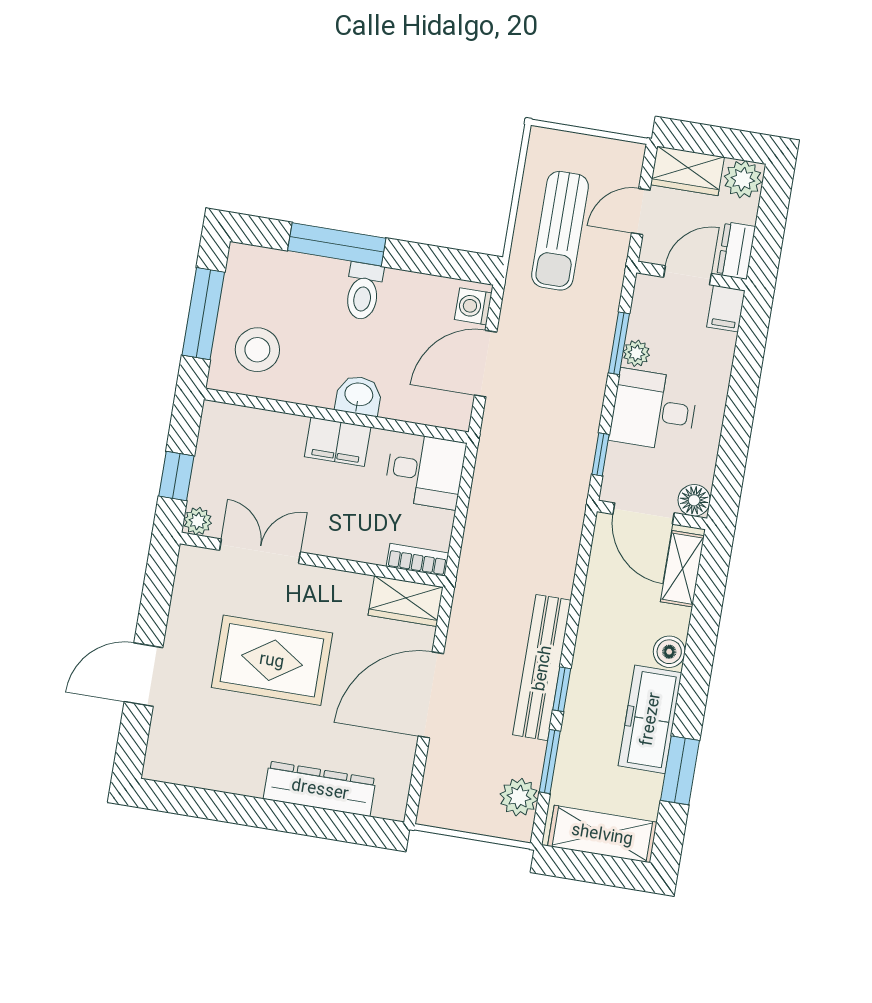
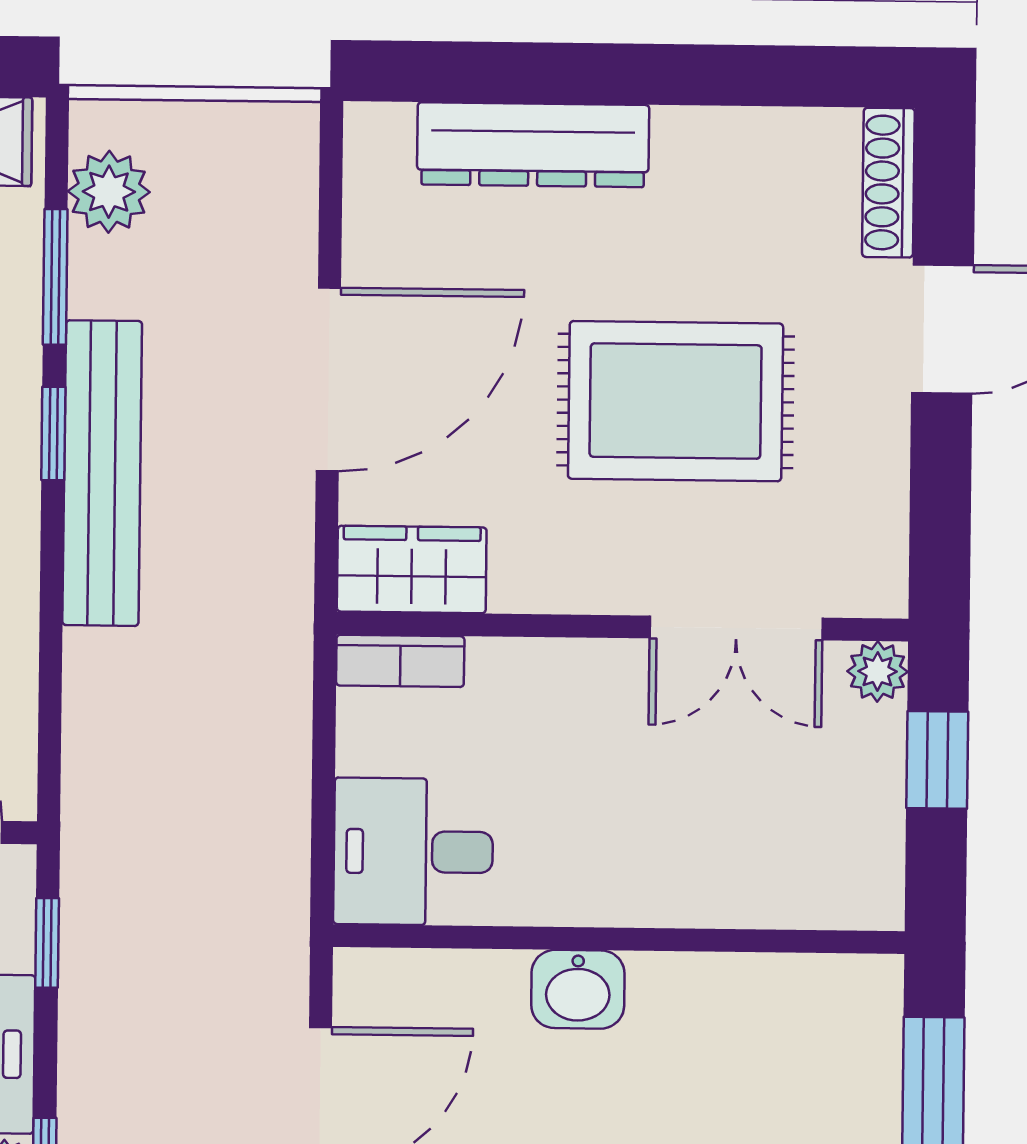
stool: (257, 350) -> (807, 1053), removed
filing cabinet: (338, 442) -> (607, 884), removed
shoe rack: (158, 746) -> (888, 183), added

